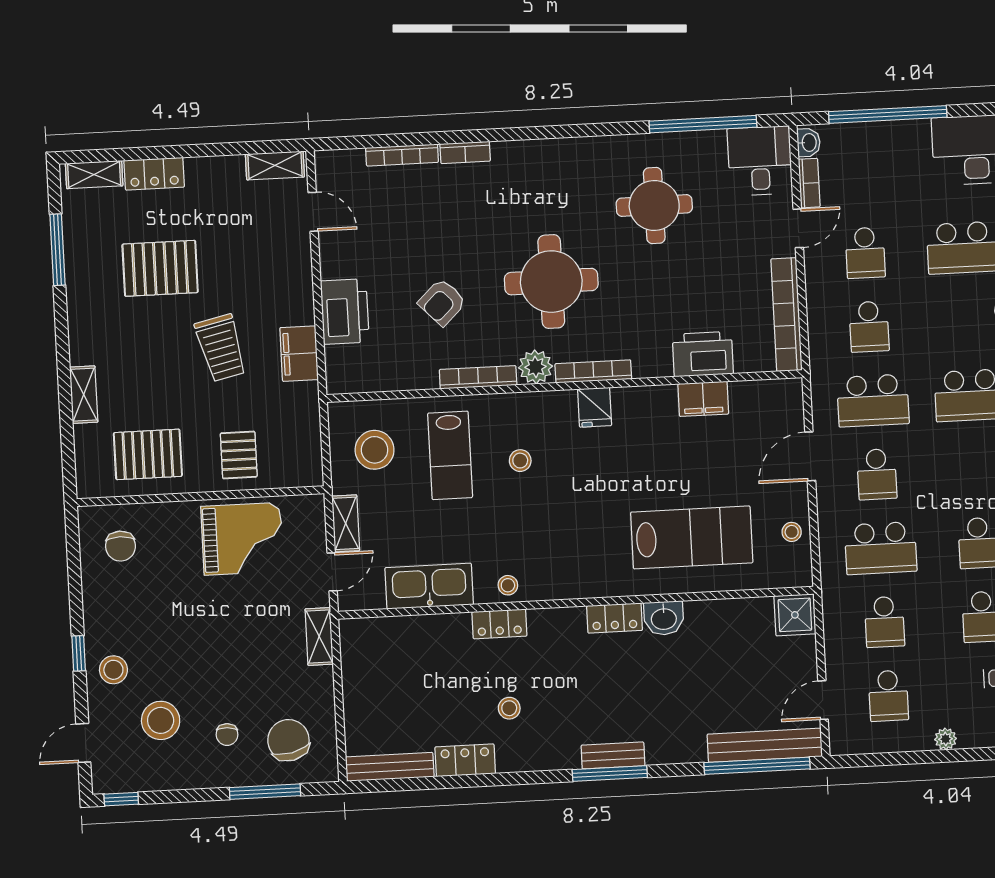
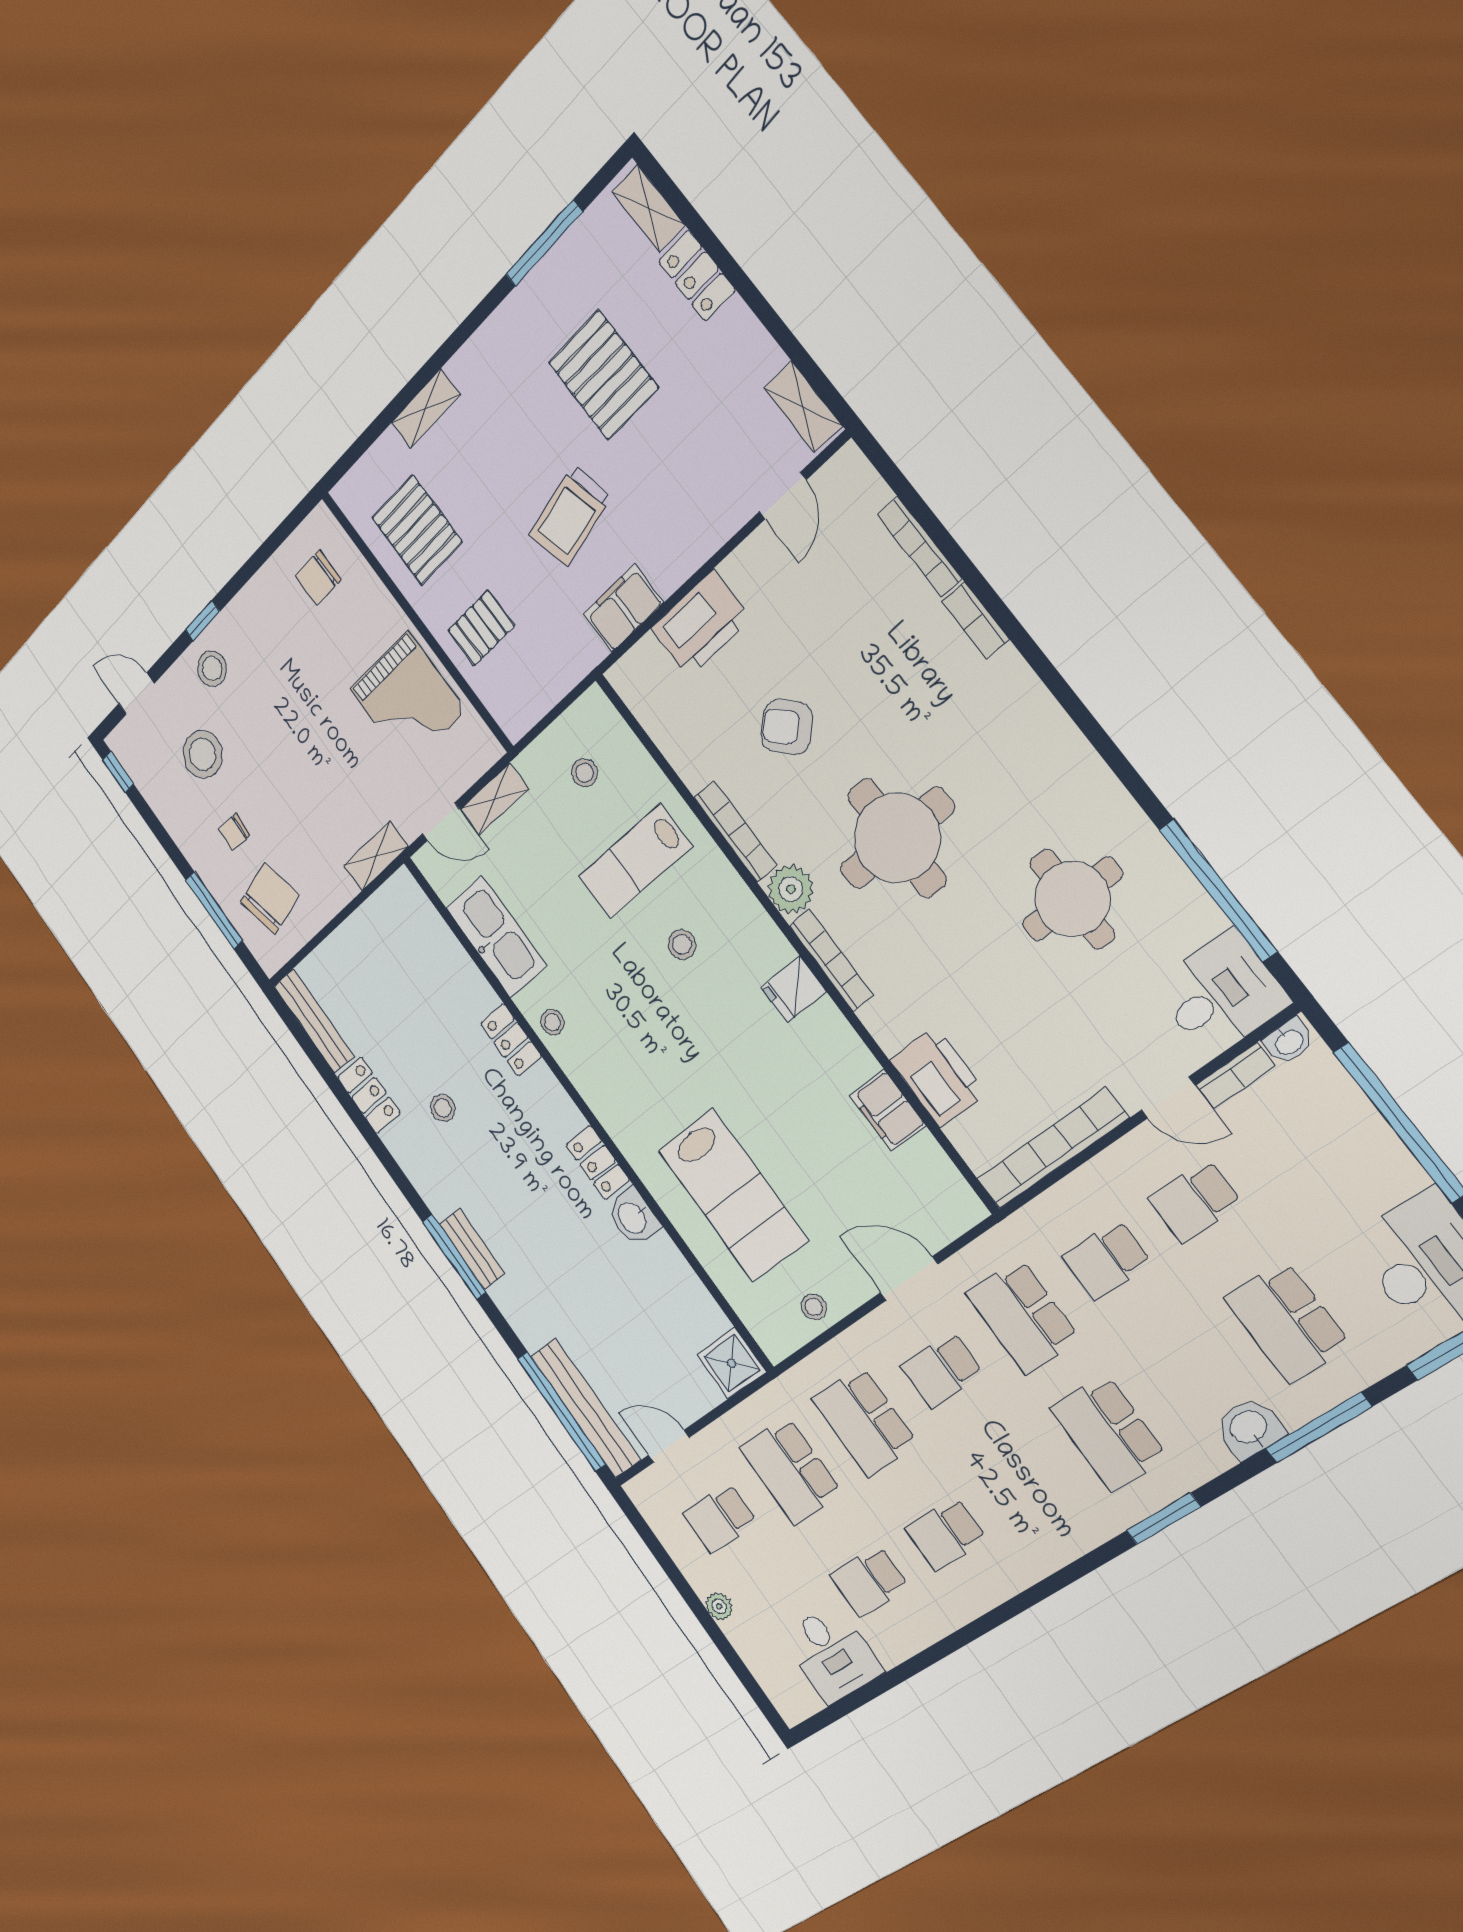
stool: (375, 450) -> (585, 773), width x0.53, depth x0.53
school desk: (885, 622) -> (791, 1470), width x1.85

